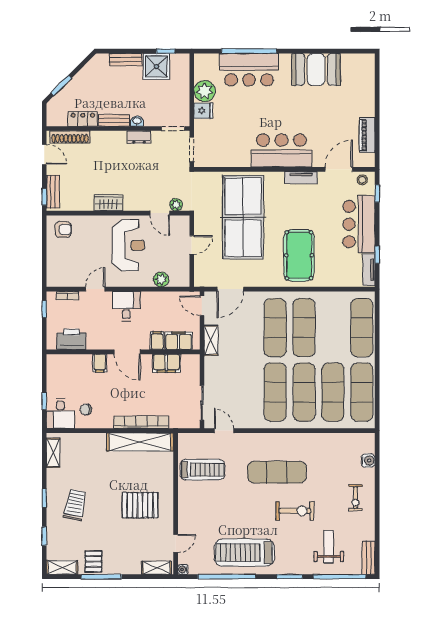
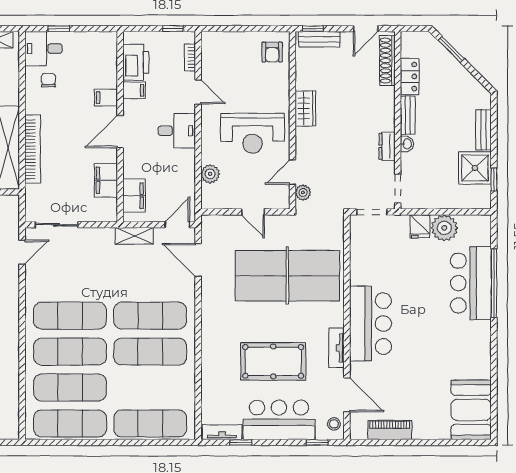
booth: (316, 69) -> (471, 410), moved
pool table: (299, 255) -> (273, 361), moved
filing cabinet: (157, 341) -> (134, 90), moved

